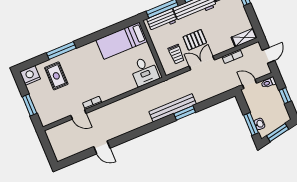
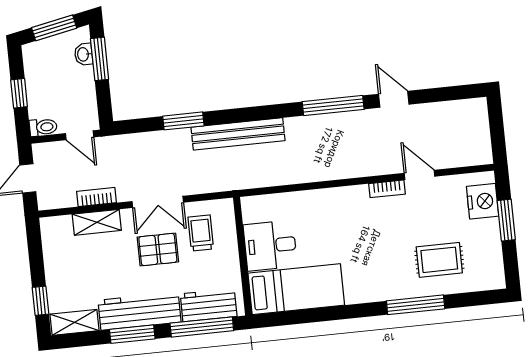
shelving: (244, 38) -> (97, 222), moved
desk: (144, 71) -> (270, 246), moved, turned -90
nightstand: (30, 75) -> (483, 201), moved, turned -90
rug: (56, 76) -> (439, 260), turned 90
window: (185, 113) -> (183, 121), moved
window: (131, 135) -> (333, 106), added

